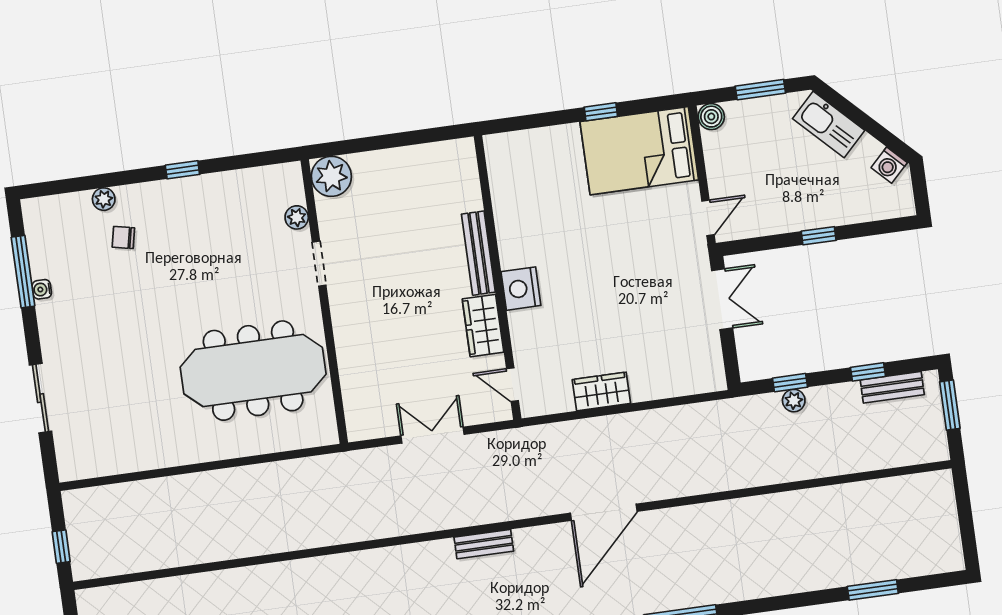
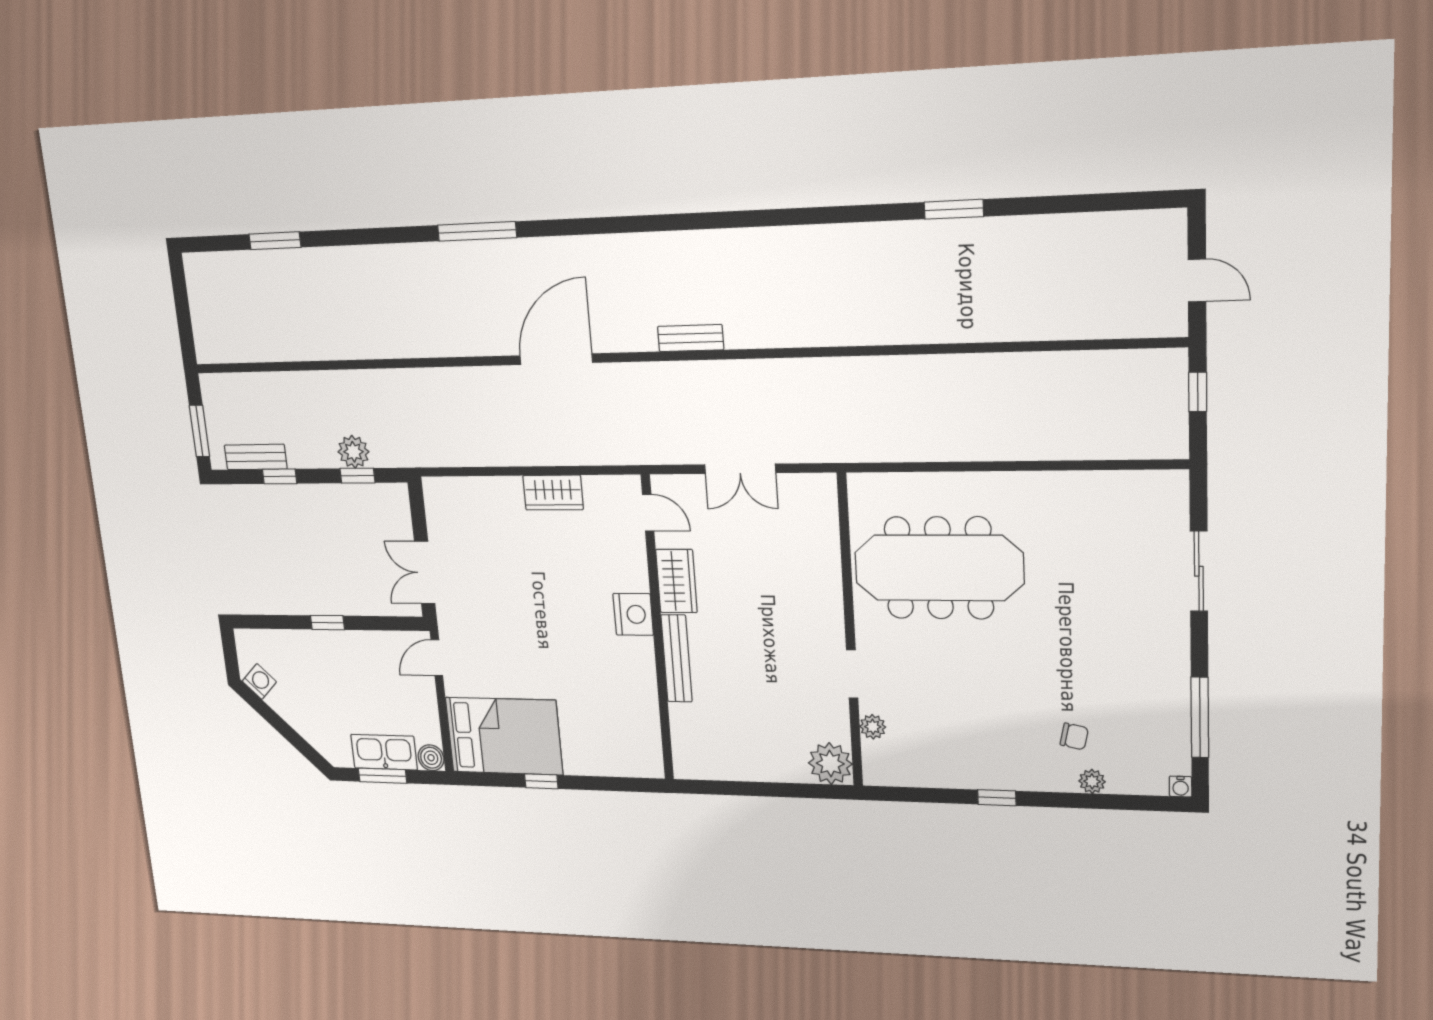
kitchen sink: (829, 124) -> (384, 752), moved, turned -45
water cooler: (42, 289) -> (1181, 787), moved, turned 90
plant: (794, 401) -> (353, 452), width x1.38, depth x1.38

